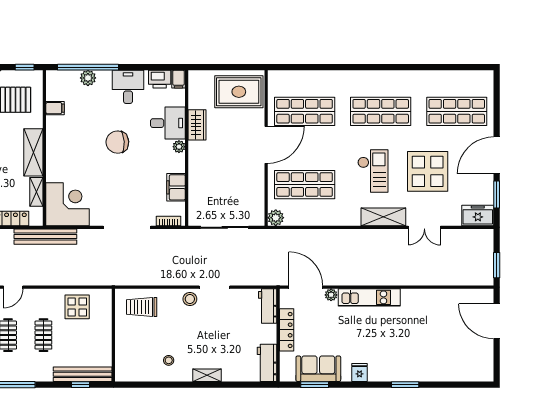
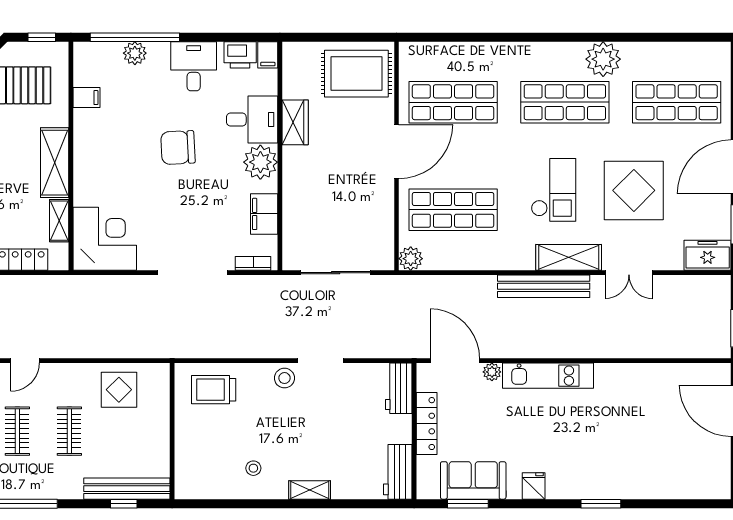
plant: (407, 82) -> (603, 59), added
plant: (179, 147) -> (260, 162), width x1.88, depth x1.88
bench: (45, 237) -> (544, 286), moved

